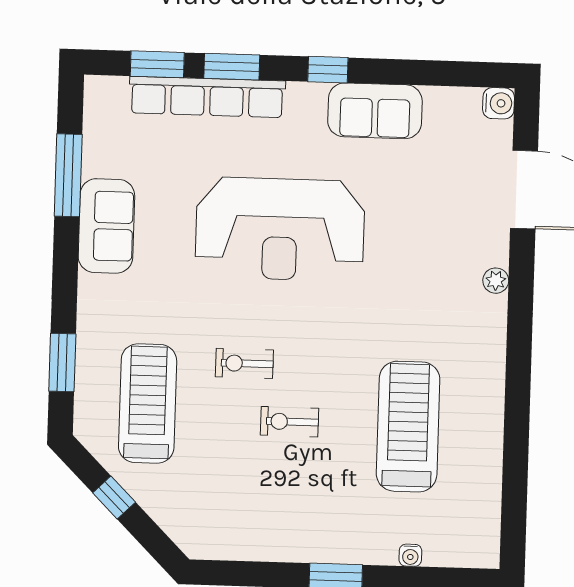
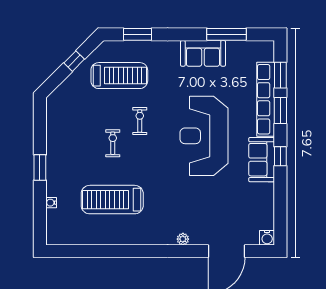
sofa: (375, 111) -> (262, 160), moved
treadmill: (408, 427) -> (112, 200), turned 180

